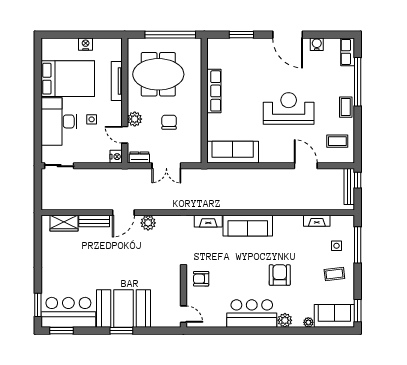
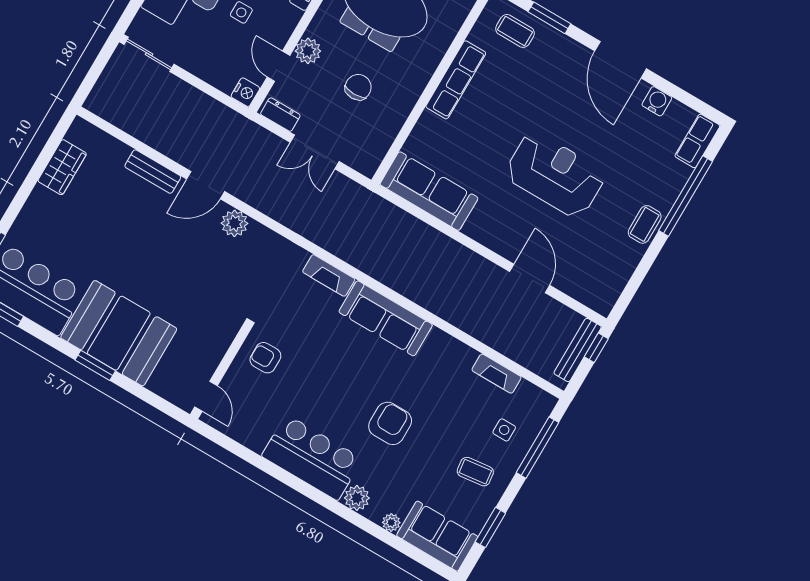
coffee table: (337, 141) -> (515, 31), moved
wardrobe: (64, 223) -> (62, 167), moved, turned -90
window: (358, 311) -> (490, 527), moved

